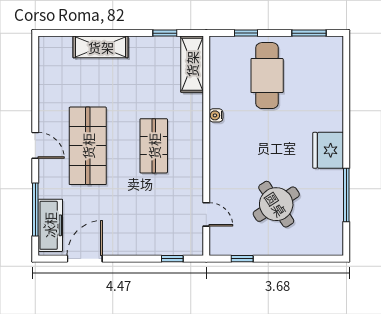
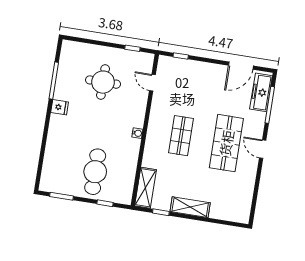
shelving: (101, 47) -> (190, 207), moved
water cooler: (216, 115) -> (137, 133), moved
fridge: (328, 150) -> (60, 107), width x0.53, depth x0.75
round table: (276, 204) -> (103, 82), turned 33

